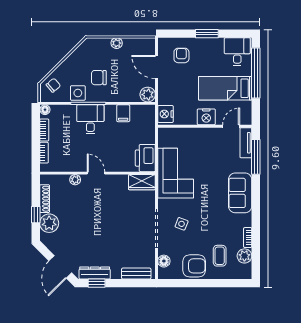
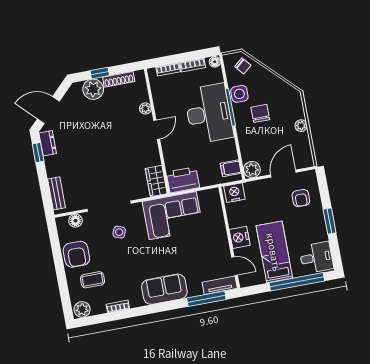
armchair: (181, 55) -> (301, 198), turned 90
filing cabinet: (123, 113) -> (231, 168), moved
desk: (90, 119) -> (209, 114), width x1.87, depth x1.30
plant: (244, 256) -> (82, 309), moved
dresser: (95, 273) -> (48, 143), width x0.70

